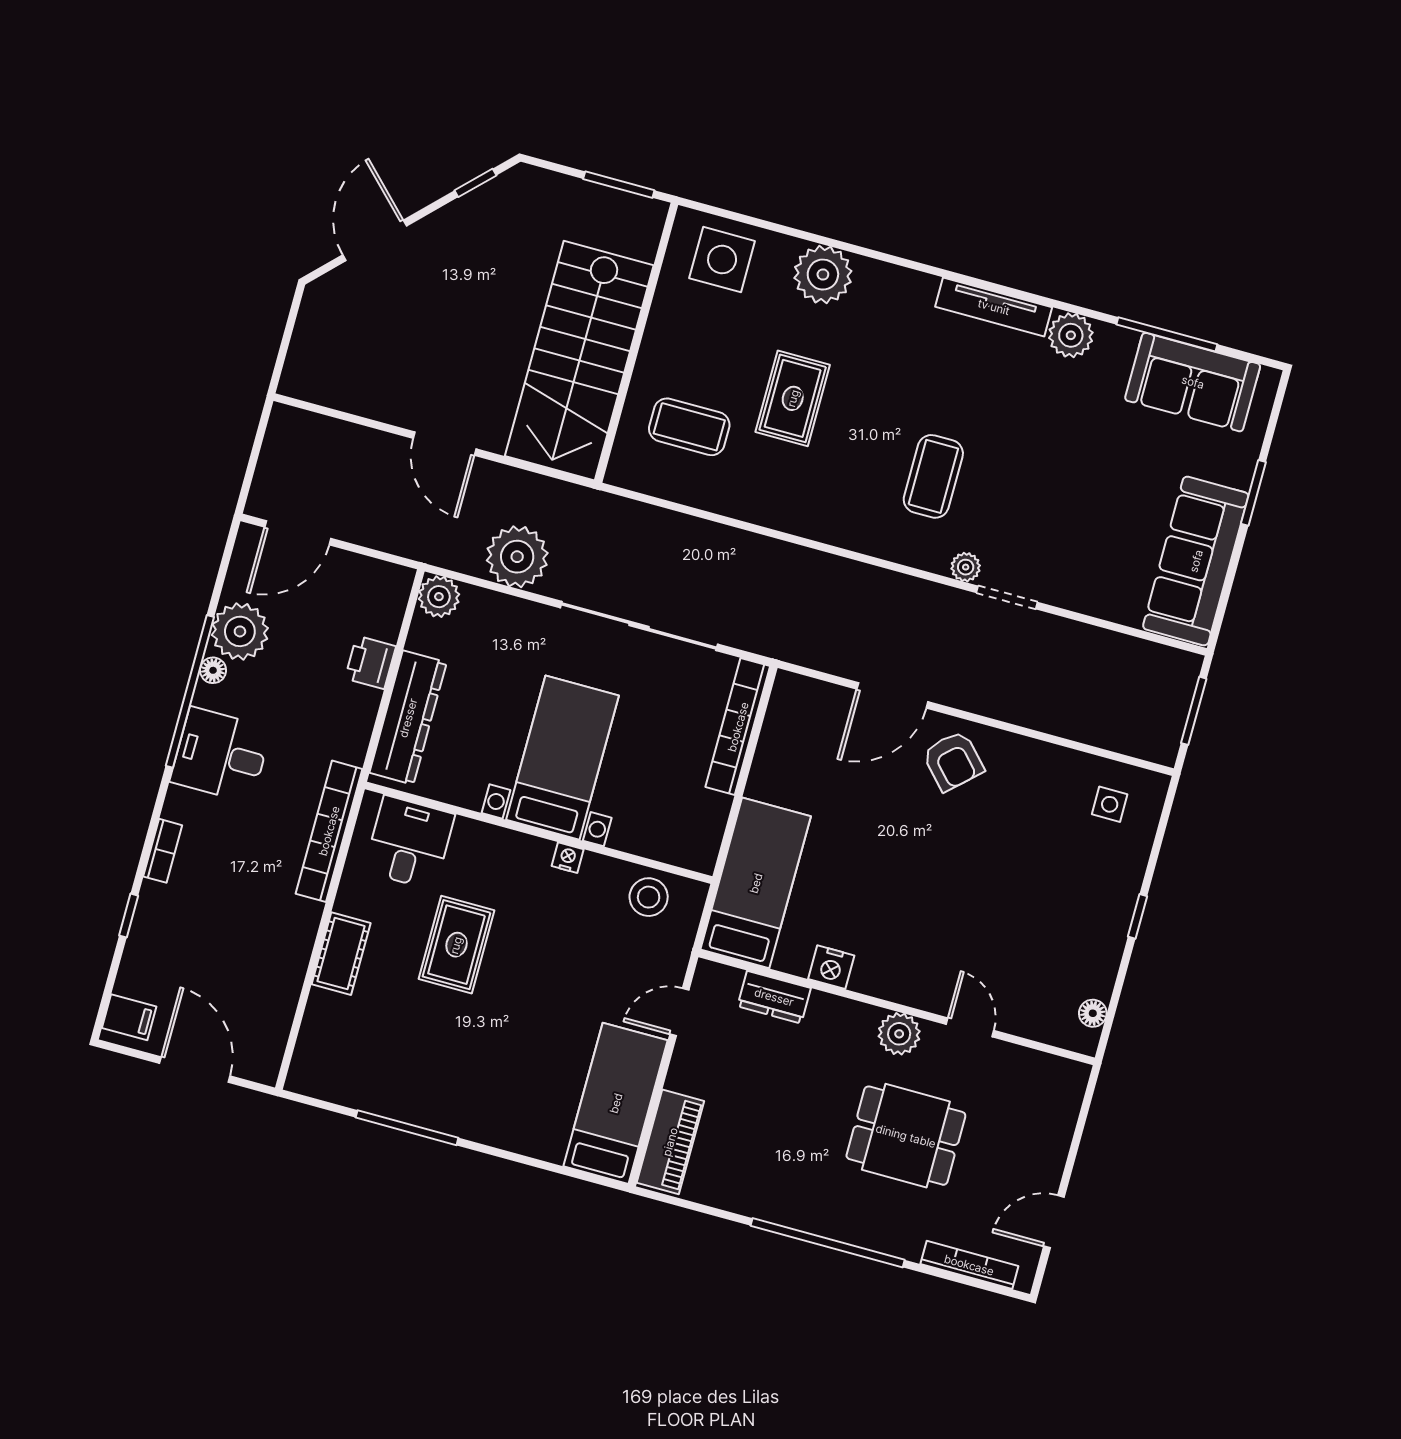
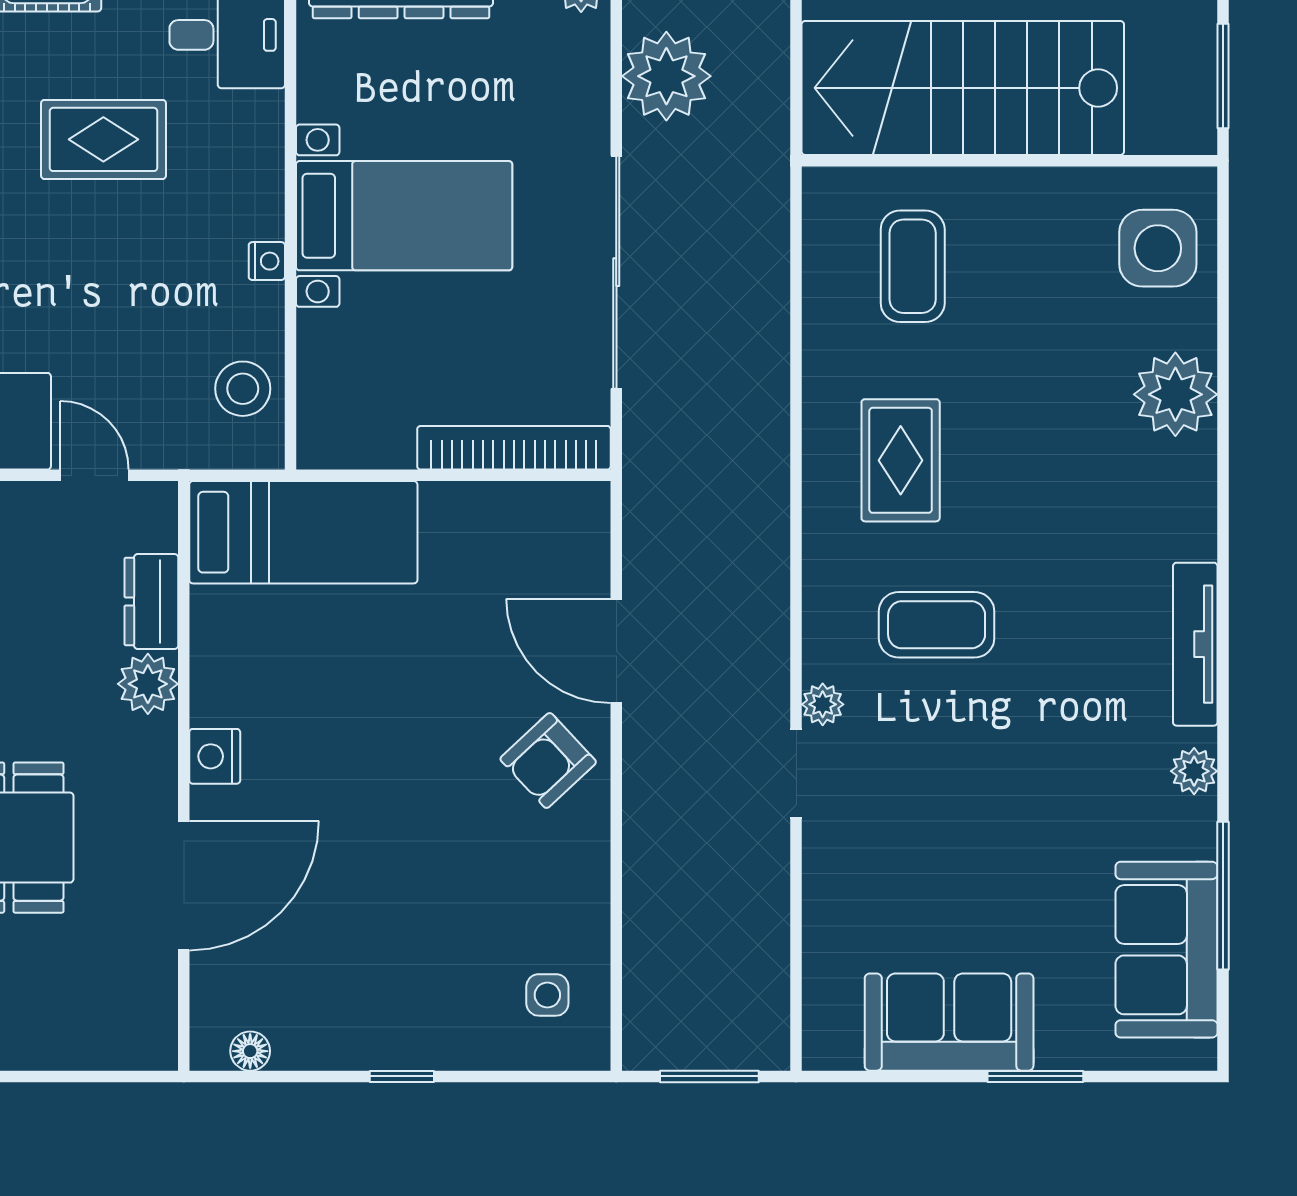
plant: (1071, 335) -> (1194, 771), width x0.73, depth x0.73
rug: (793, 398) -> (901, 460), moved, turned 90
sofa: (1196, 561) -> (949, 1022), width x0.73
nightstand: (831, 967) -> (215, 756), moved
door: (970, 1027) -> (184, 886), width x1.88
plant: (899, 1034) -> (148, 684), moved

